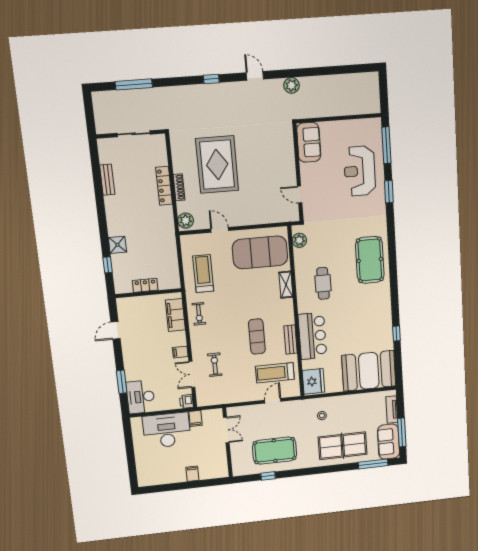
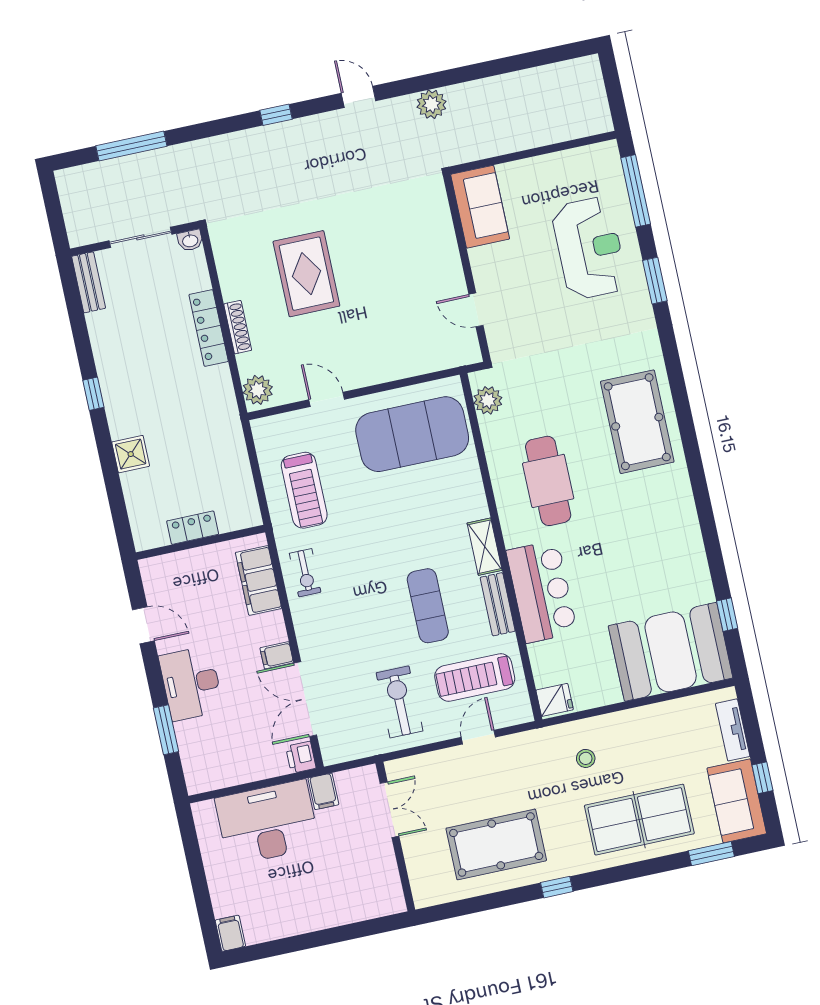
washbasin: (159, 139) -> (190, 240), added
rug: (217, 165) -> (306, 274), width x0.73, depth x0.69
reception desk: (360, 171) -> (589, 248), turned 180
bench: (107, 180) -> (89, 282), moved
window: (108, 265) -> (93, 394), moved
treadmill: (203, 274) -> (304, 490), turned 180
cafe table: (323, 283) -> (548, 481), width x1.37, depth x1.35
shelving: (286, 285) -> (485, 547), moved
door: (115, 330) -> (143, 625), swing flipped
window: (396, 334) -> (727, 615), moved
exercise bike: (215, 365) -> (400, 702), moved, width x1.38, depth x1.39
double door: (192, 374) -> (305, 699), width x1.37
fridge: (313, 381) -> (555, 700), width x0.53, depth x0.75
desk: (141, 397) -> (191, 683), moved
window: (402, 432) -> (762, 778), width x0.46
window: (373, 464) -> (711, 854), width x0.69
filing cabinet: (192, 474) -> (230, 933), moved
window: (268, 476) -> (557, 887), moved

